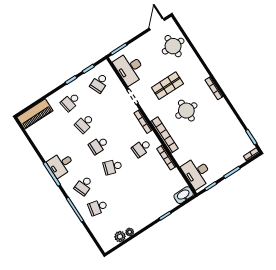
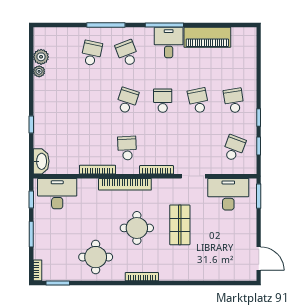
round table: (173, 46) -> (96, 257), moved
school desk: (99, 83) -> (234, 148), turned 45
piano: (35, 114) -> (207, 37), moved, turned -90

